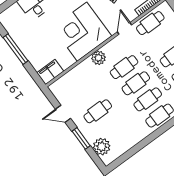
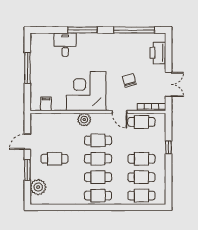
door: (125, 28) -> (119, 112), swing flipped
filing cabinet: (50, 72) -> (46, 104), width x0.50
door: (63, 114) -> (27, 142), hinge flipped

